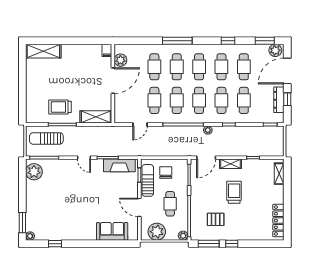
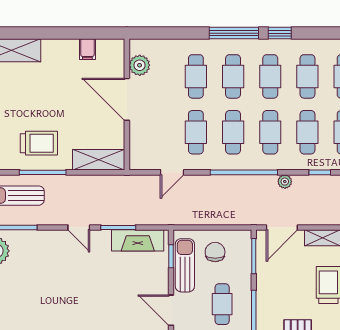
window: (228, 41) -> (280, 33), moved
filing cabinet: (107, 50) -> (87, 49), moved
door: (113, 81) -> (127, 99), swing flipped
trolley: (60, 107) -> (39, 143), turned 180

